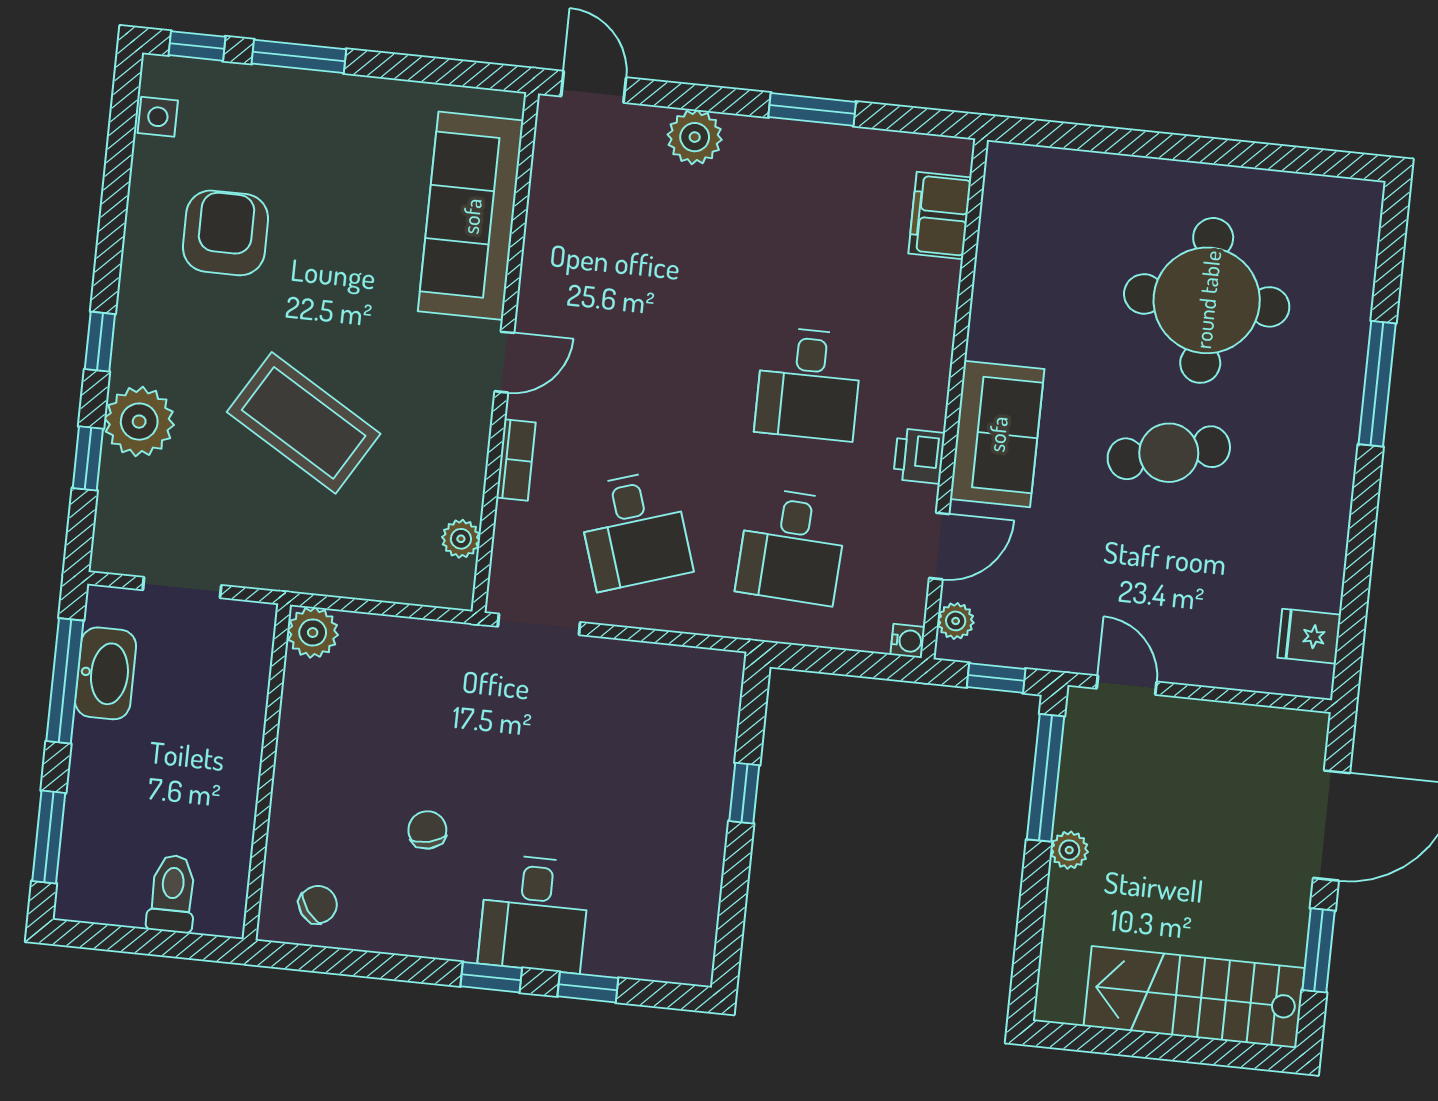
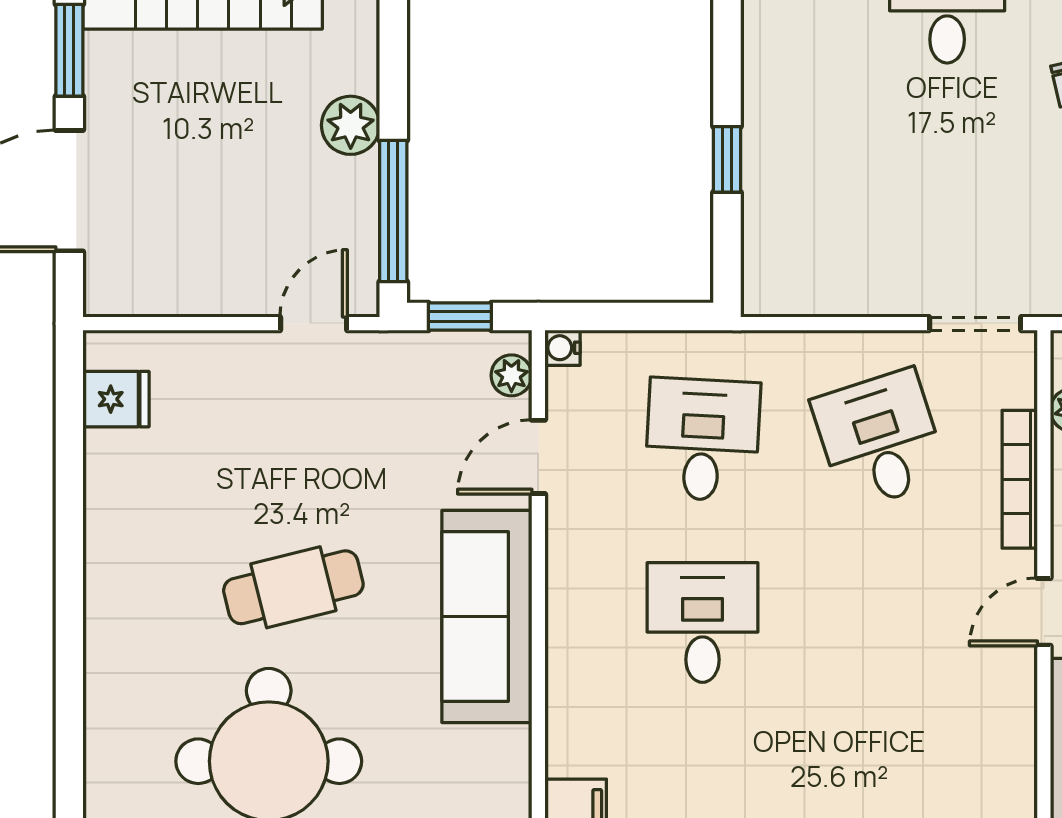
window: (1377, 384) -> (69, 688), removed
sofa: (997, 434) -> (487, 617), width x1.36
printer: (919, 456) -> (571, 555), removed
bookcase: (516, 460) -> (1020, 479), width x1.56
door: (1127, 685) -> (314, 324), swing flipped
plant: (1069, 850) -> (351, 125), width x1.38, depth x1.38

